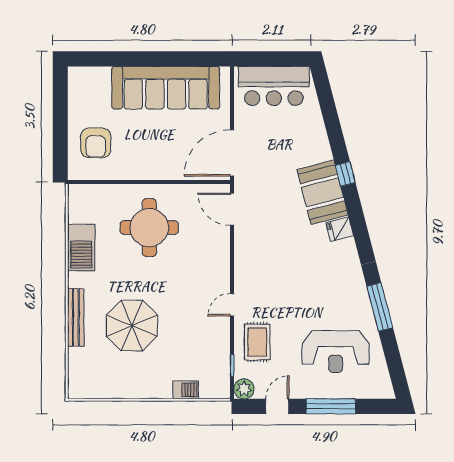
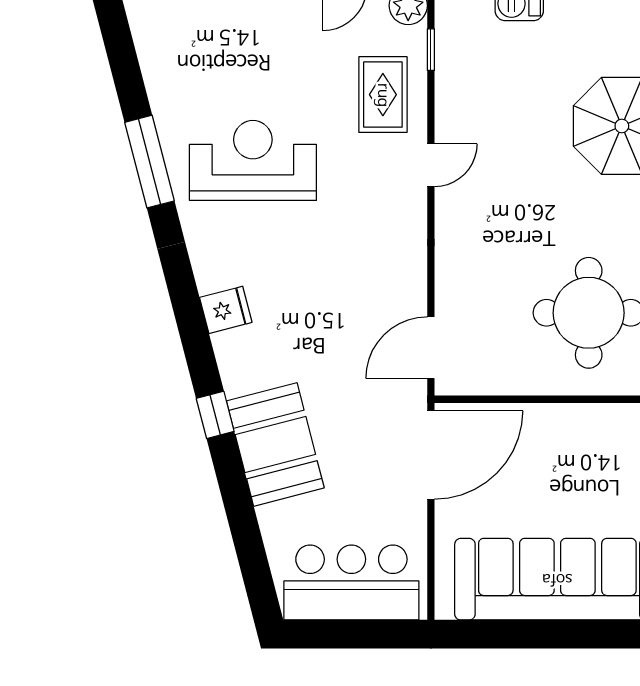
booth: (323, 192) -> (275, 444), moved
door: (232, 209) -> (431, 348), swing flipped
reception desk: (336, 352) -> (253, 160), moved

